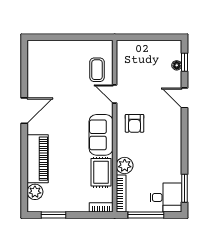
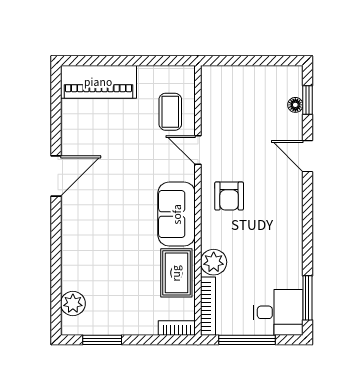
piano: (38, 159) -> (98, 82), moved, turned 90

